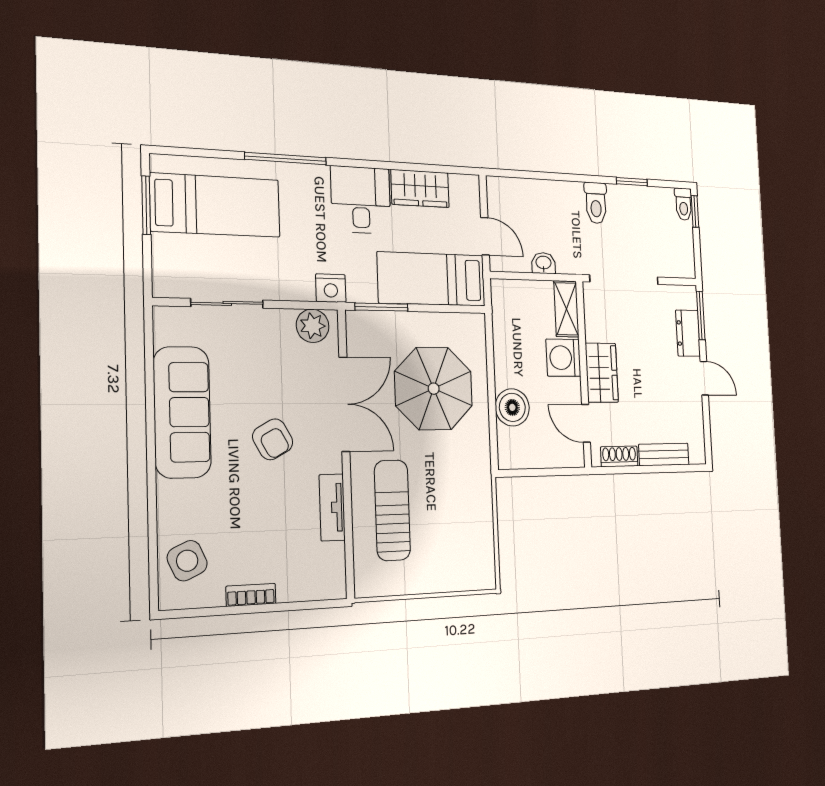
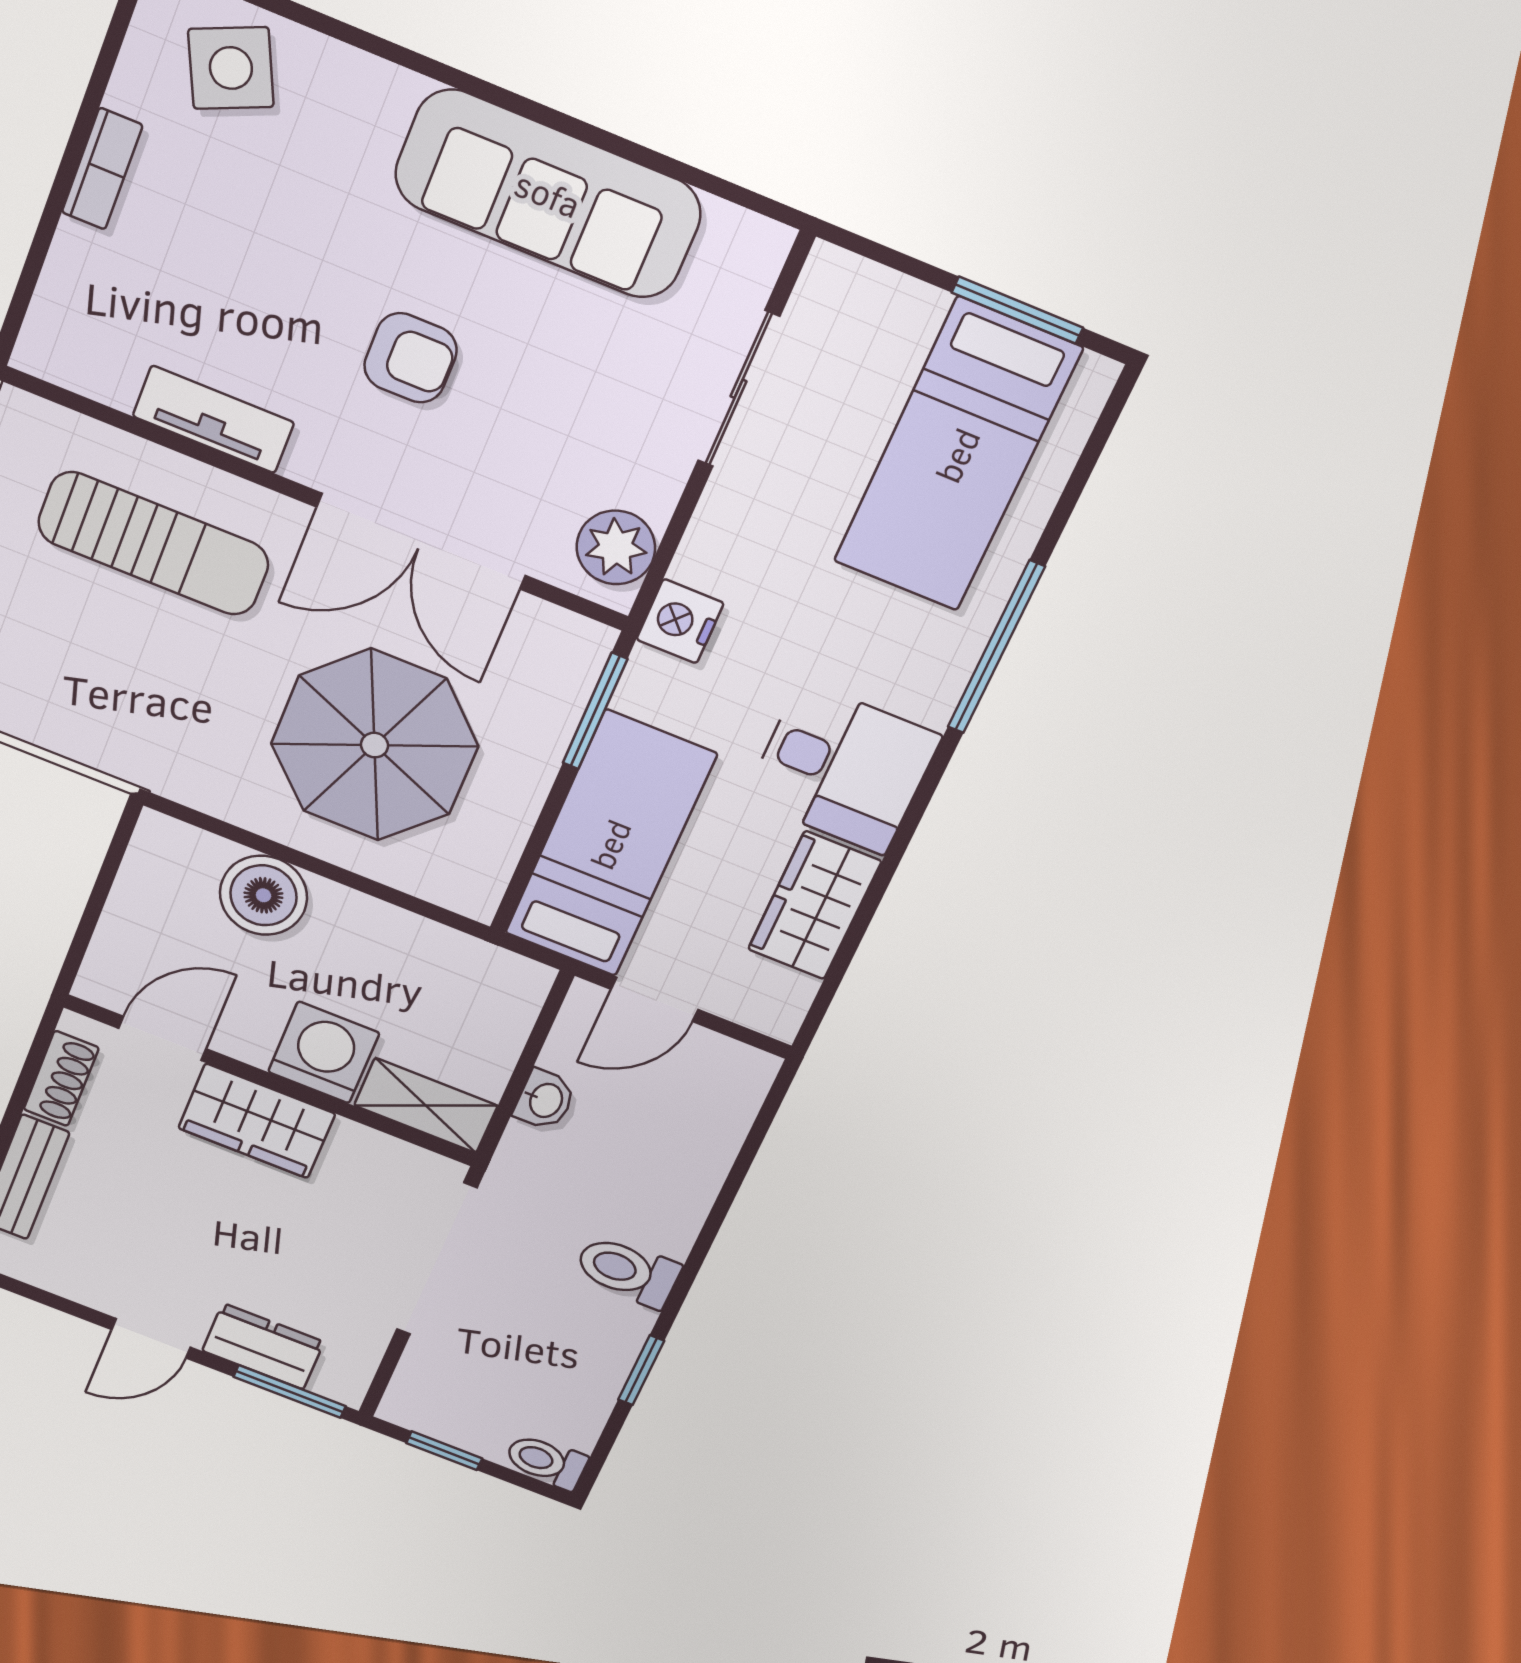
window: (695, 211) -> (444, 1451), moved
armchair: (273, 439) -> (410, 358), turned -151

